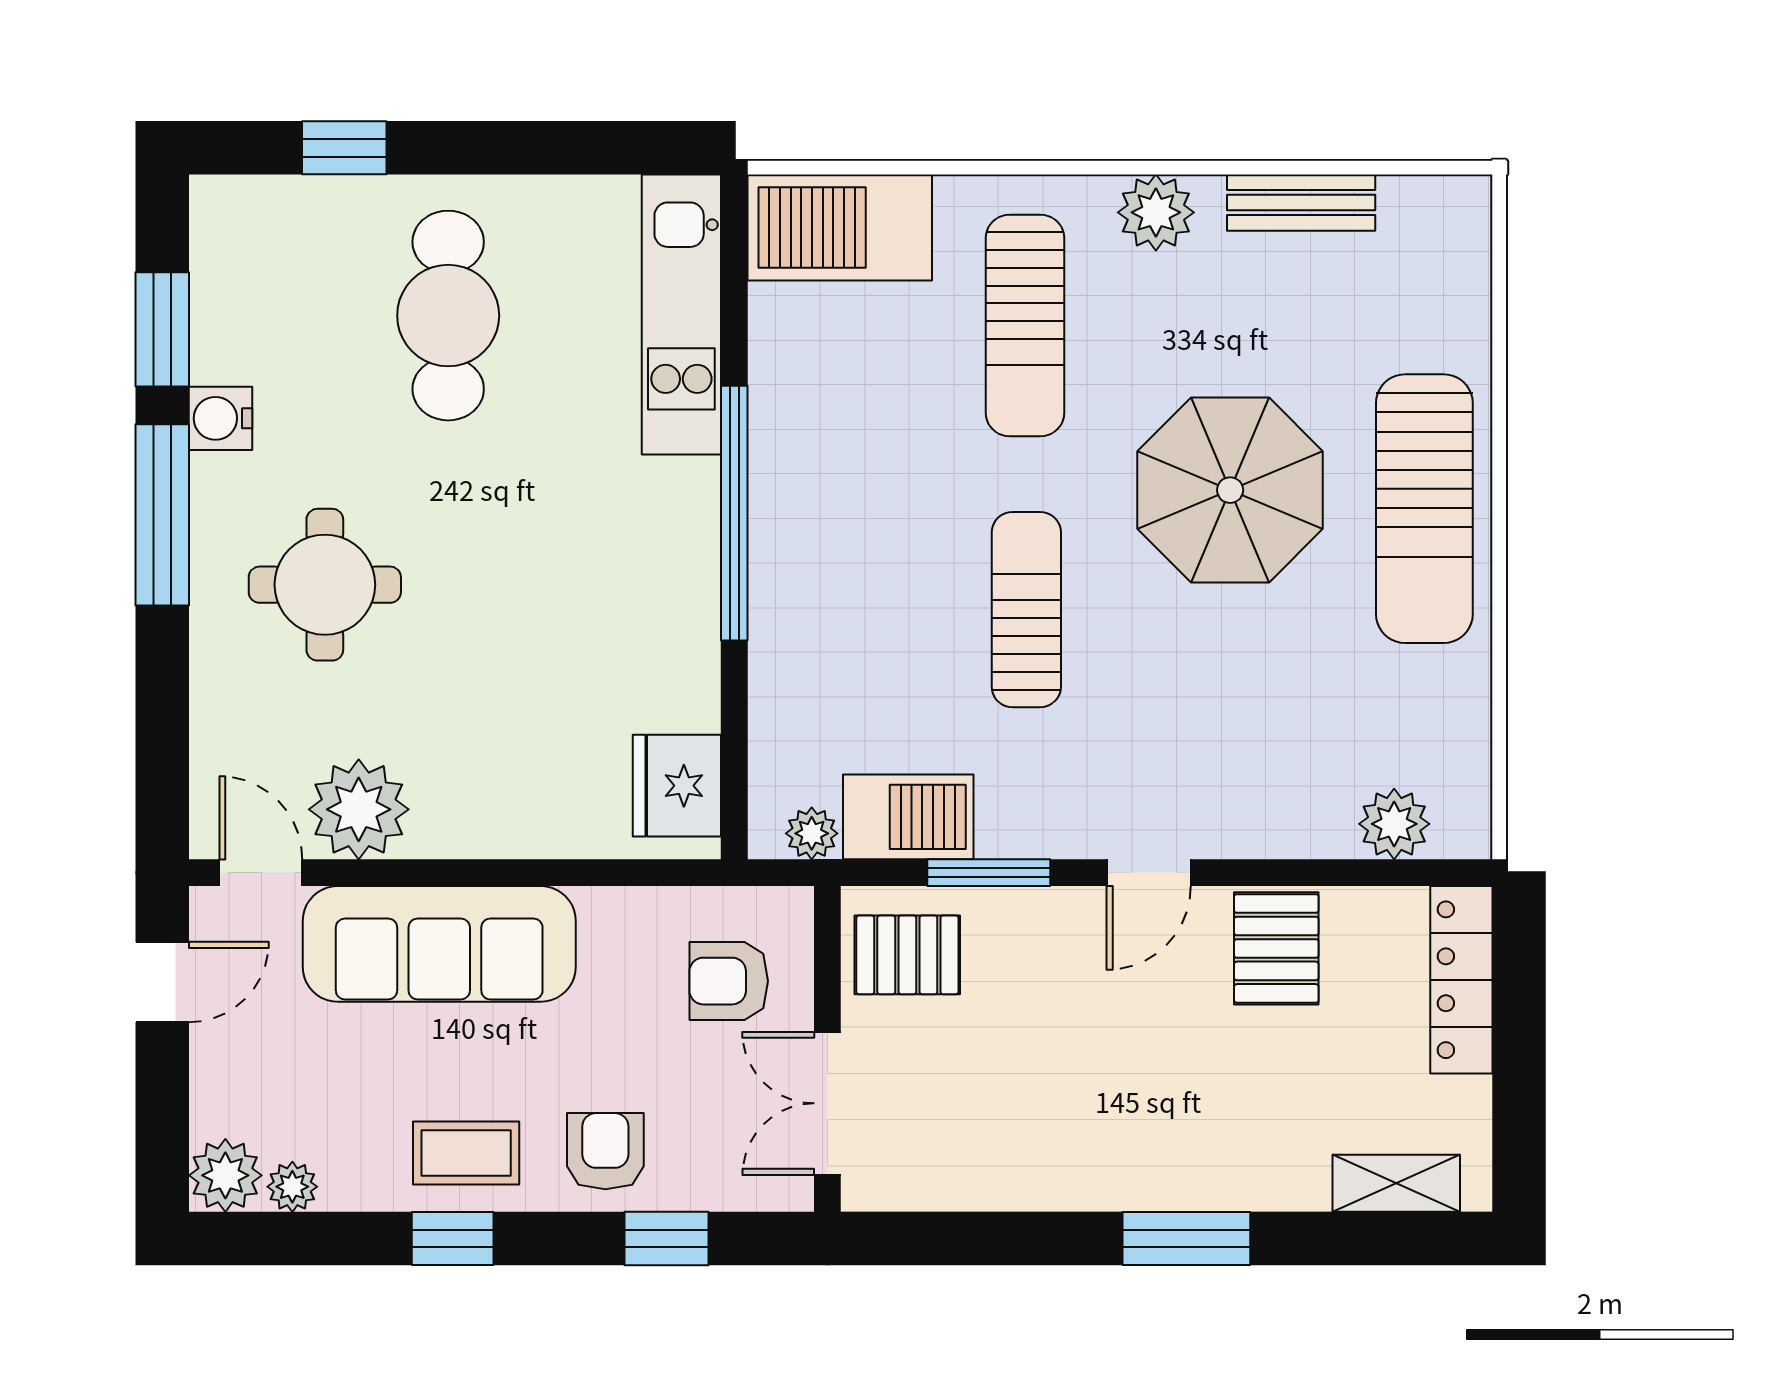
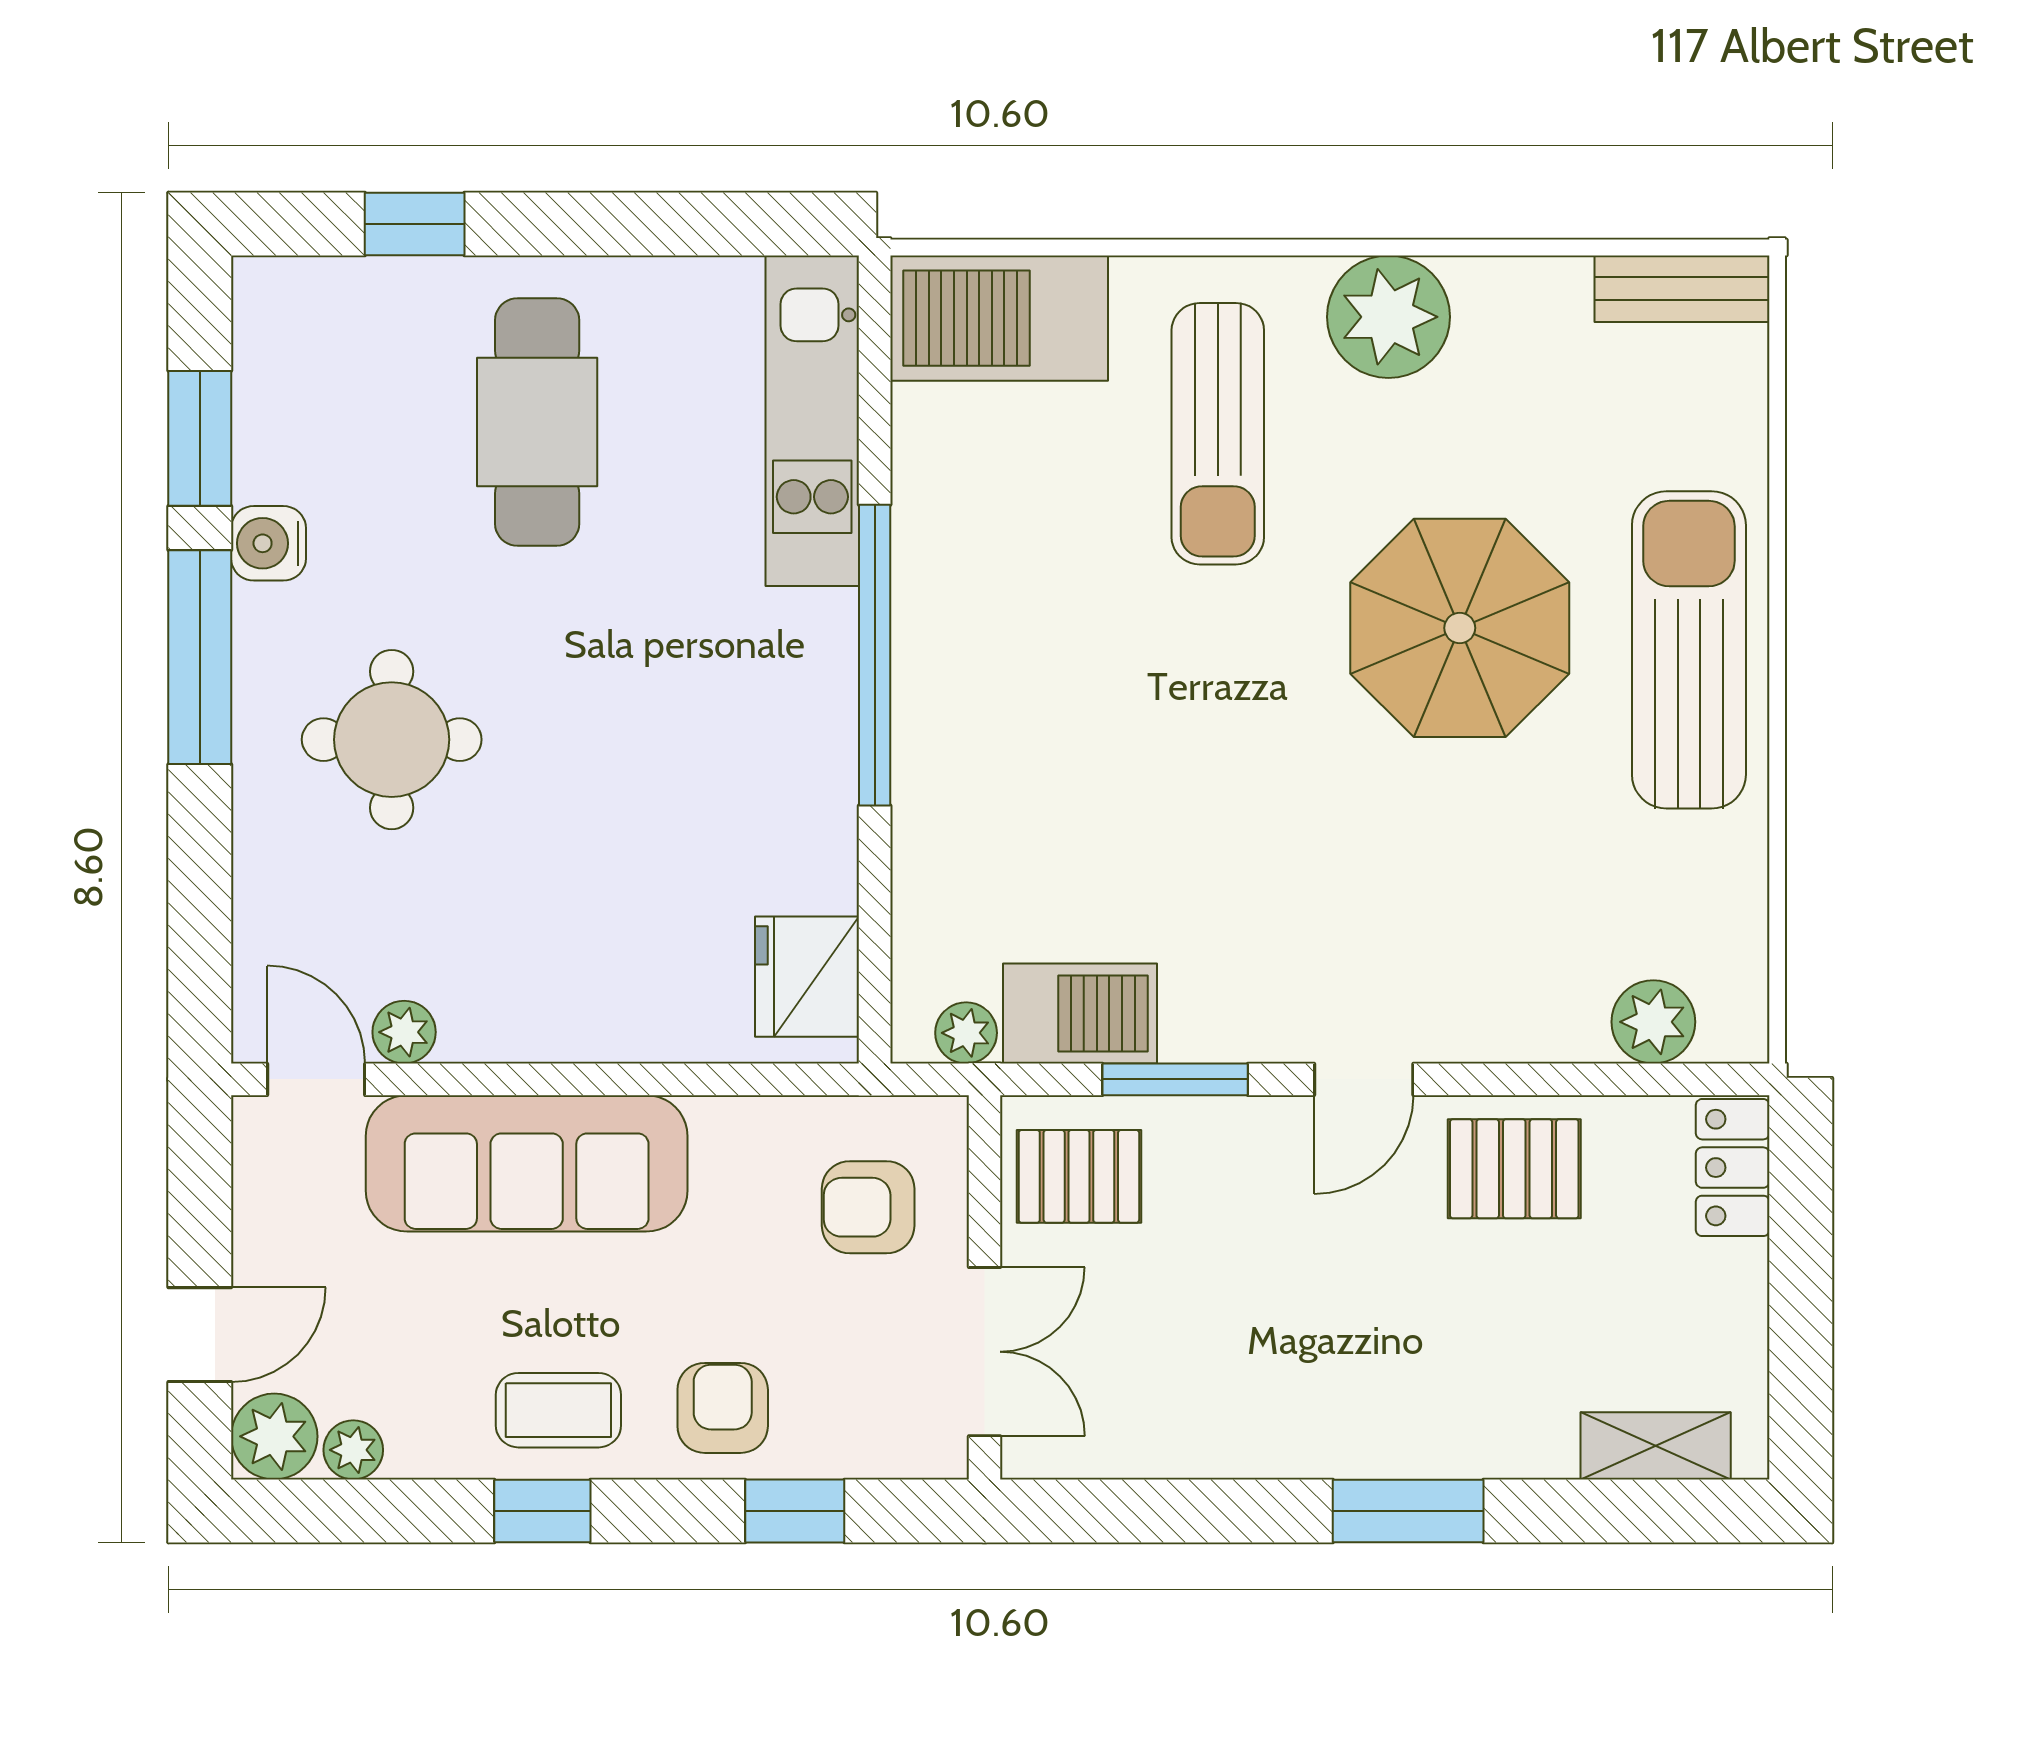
bench: (1301, 203) -> (1682, 289), moved
plant: (1156, 212) -> (1388, 317), width x1.36, depth x1.36
sun lounger: (1424, 509) -> (1689, 650), turned 180
sun lounger: (1026, 610) -> (1219, 769), removed
plant: (359, 809) -> (404, 1032), width x0.53, depth x0.53
pallet: (1276, 948) -> (1514, 1169), turned 90
locker: (1461, 980) -> (1733, 1168), width x0.66
door: (162, 982) -> (200, 1335), moved
double door: (827, 1103) -> (985, 1352), swing flipped

